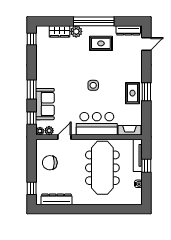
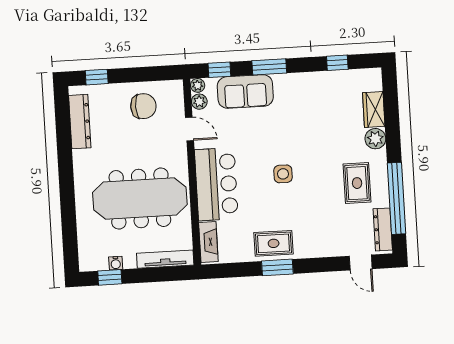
window: (94, 21) -> (397, 198), moved
window: (32, 39) -> (337, 63), moved
chair: (50, 163) -> (143, 106), turned 89
window: (146, 166) -> (110, 277), moved

